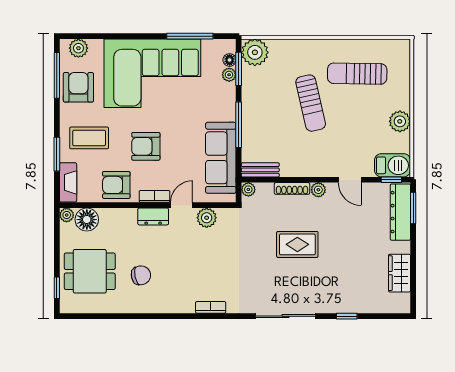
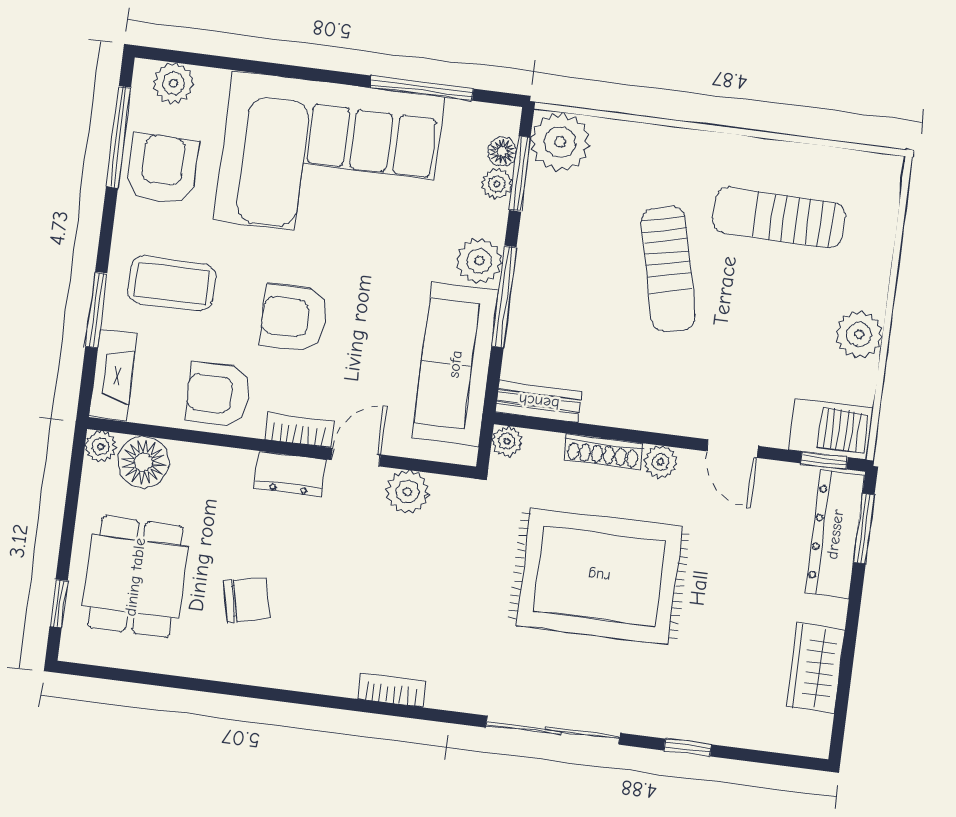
plant: (225, 110) -> (479, 261), added
rug: (297, 244) -> (599, 576), width x1.86, depth x2.06
dining table: (90, 271) -> (135, 577), turned 90

